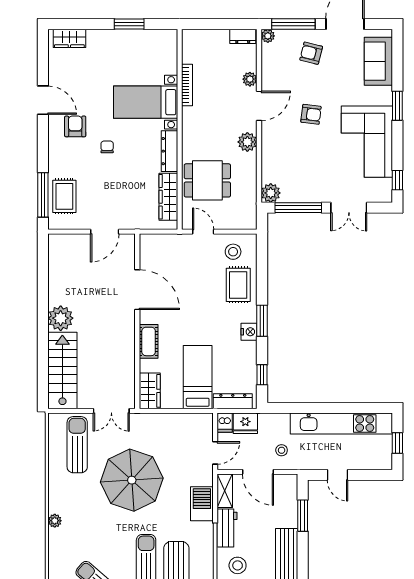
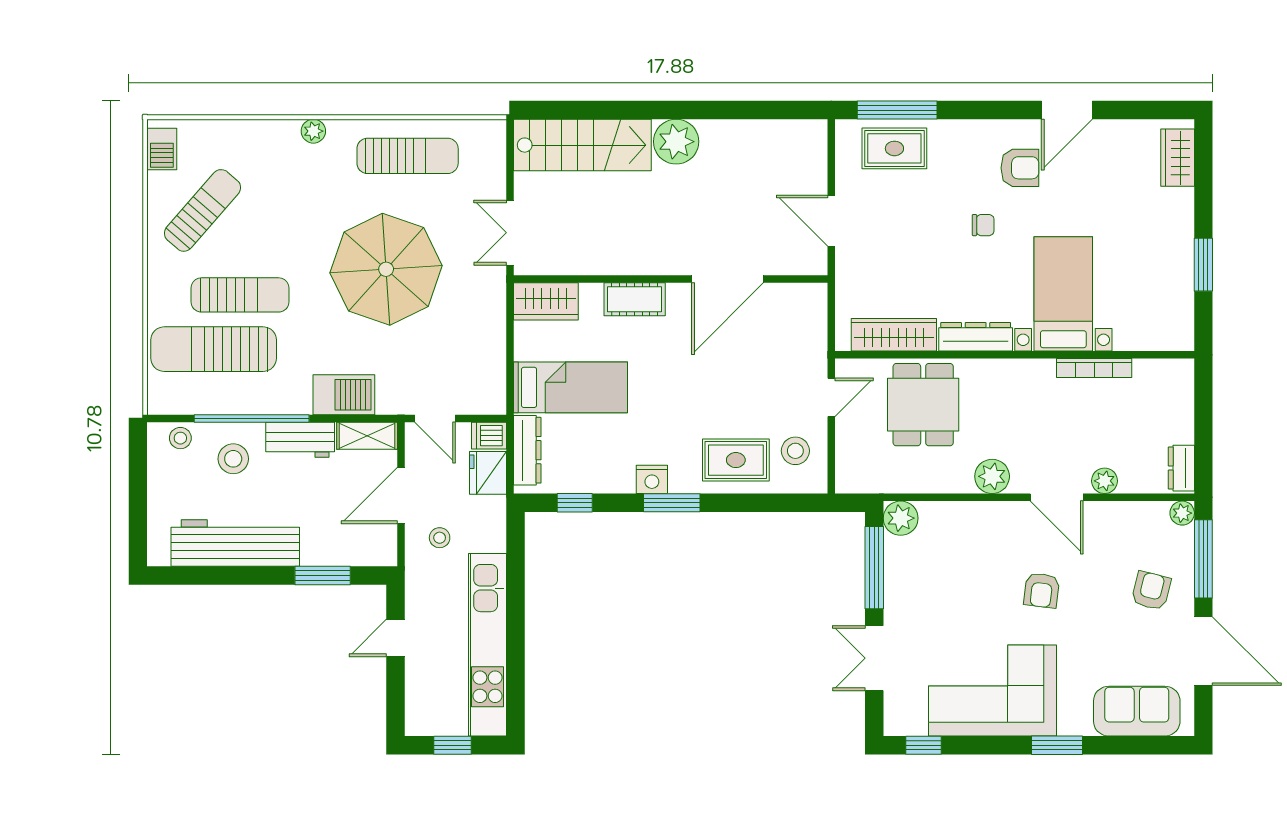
sun lounger: (77, 445) -> (408, 156), moved

